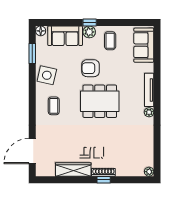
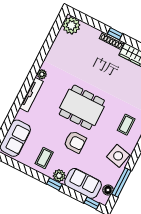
window: (49, 23) -> (92, 203), added
floor lamp: (41, 31) -> (108, 190), moved
window: (32, 54) -> (121, 182), width x1.44
plant: (149, 172) -> (71, 25), width x1.87, depth x1.87

